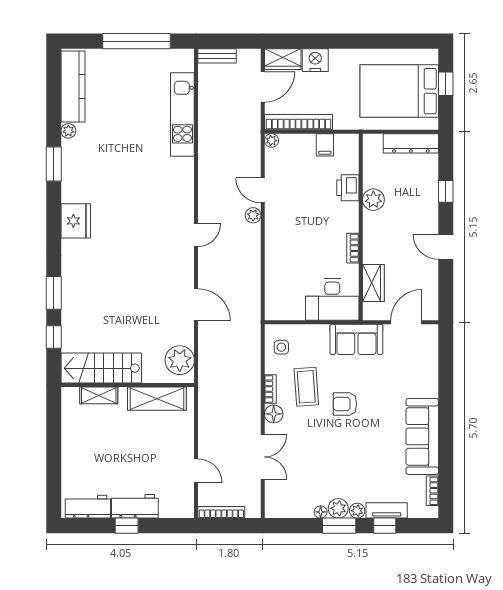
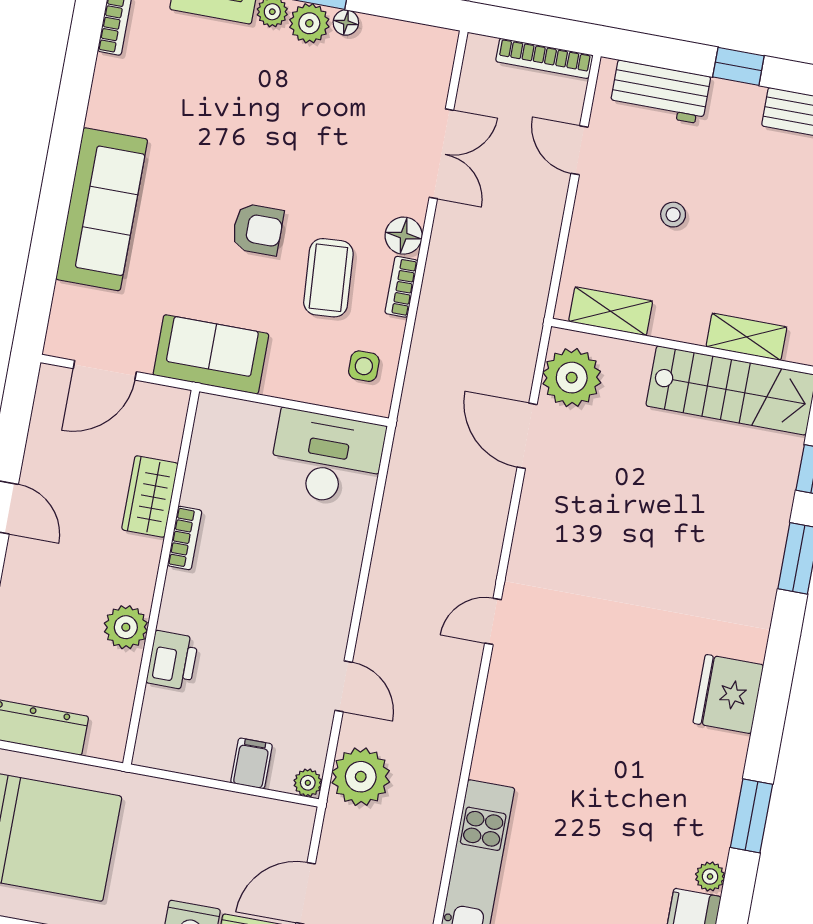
bookcase: (298, 122) -> (247, 809), removed
filing cabinet: (325, 145) -> (251, 763), moved
plant: (253, 215) -> (361, 777), moved, width x1.87, depth x1.87
wardrobe: (373, 283) -> (150, 496), moved
desk: (332, 300) -> (327, 458), moved
door: (196, 305) -> (527, 436), moved
shelving: (157, 399) -> (611, 311), width x0.67, depth x0.75
sofa: (422, 436) -> (102, 209), moved
stool: (145, 448) -> (673, 215), added
double door: (263, 457) -> (441, 154), swing flipped
workbench: (135, 506) -> (660, 92), moved

